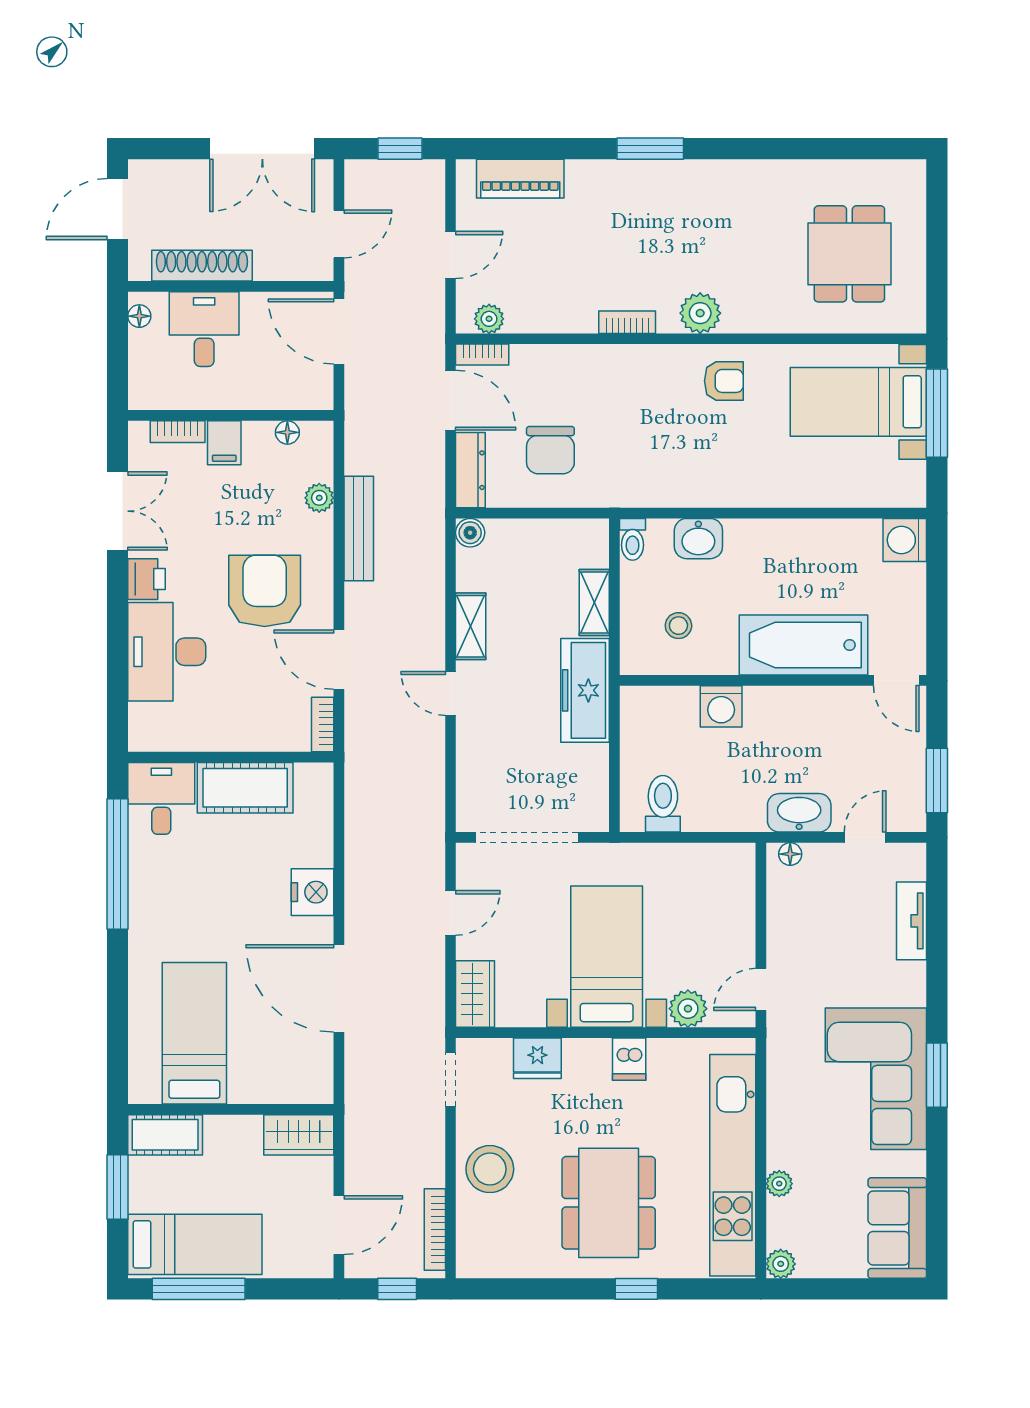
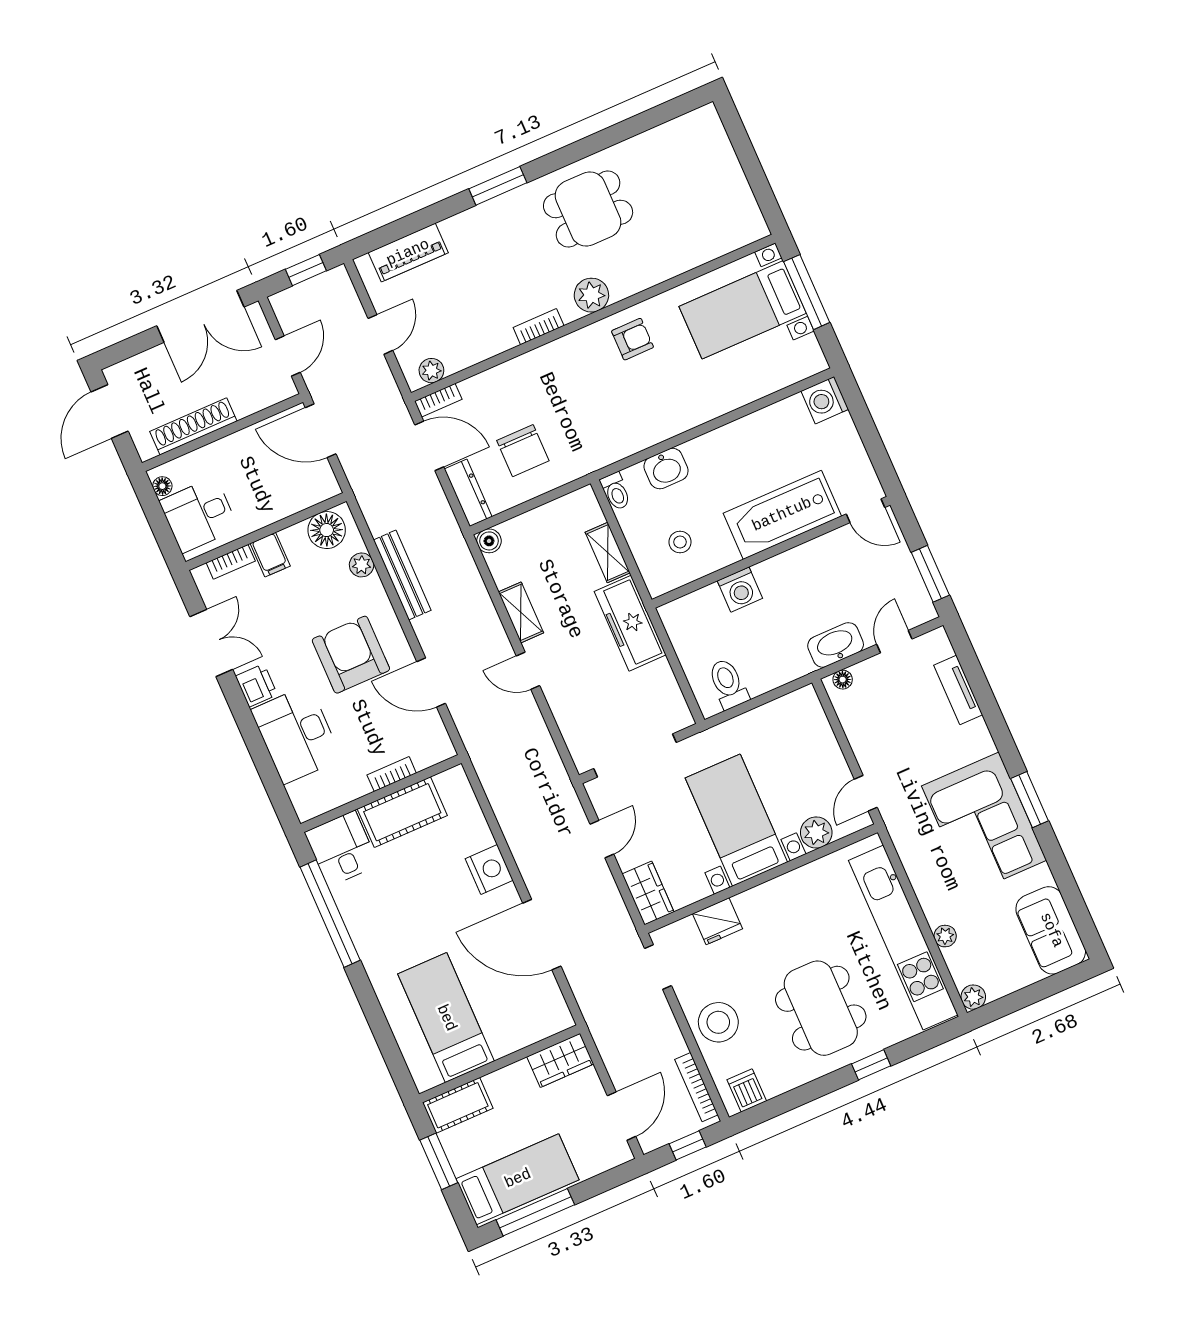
dining table: (849, 254) -> (588, 209), moved, turned 90
desk: (204, 329) -> (199, 515), moved, turned -90
floor lamp: (287, 432) -> (327, 530), width x1.89, depth x1.89
bookcase: (323, 725) -> (392, 774), moved, turned 90
dishwasher: (629, 1059) -> (747, 1090), moved, turned 180

